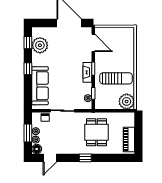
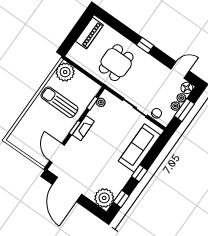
plant: (40, 45) -> (104, 198), moved

